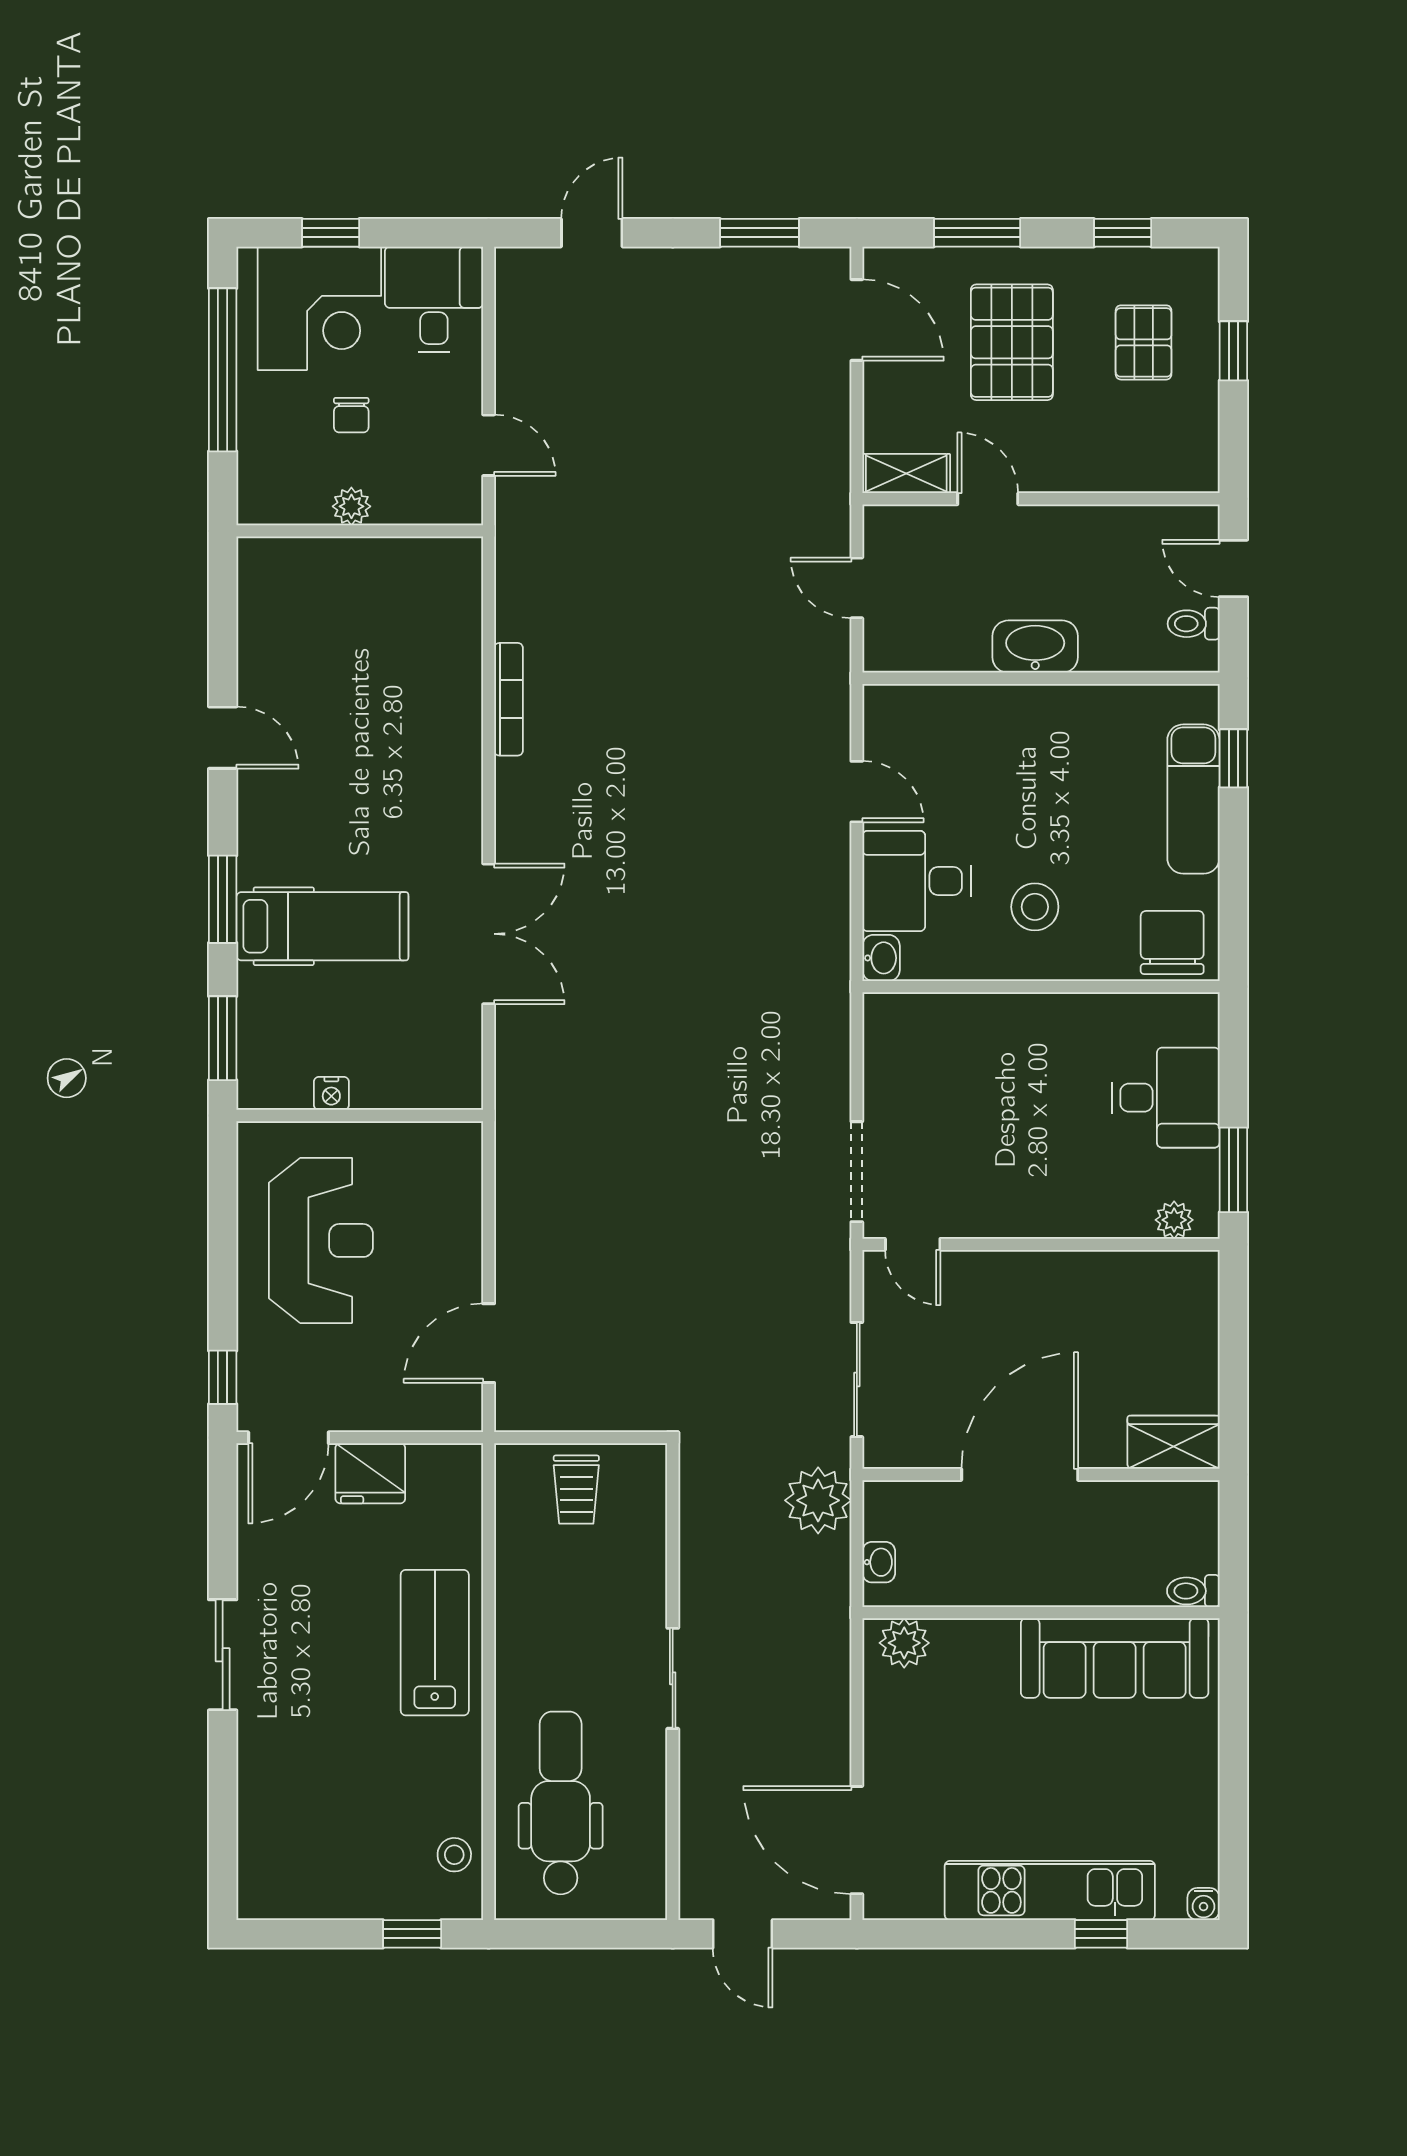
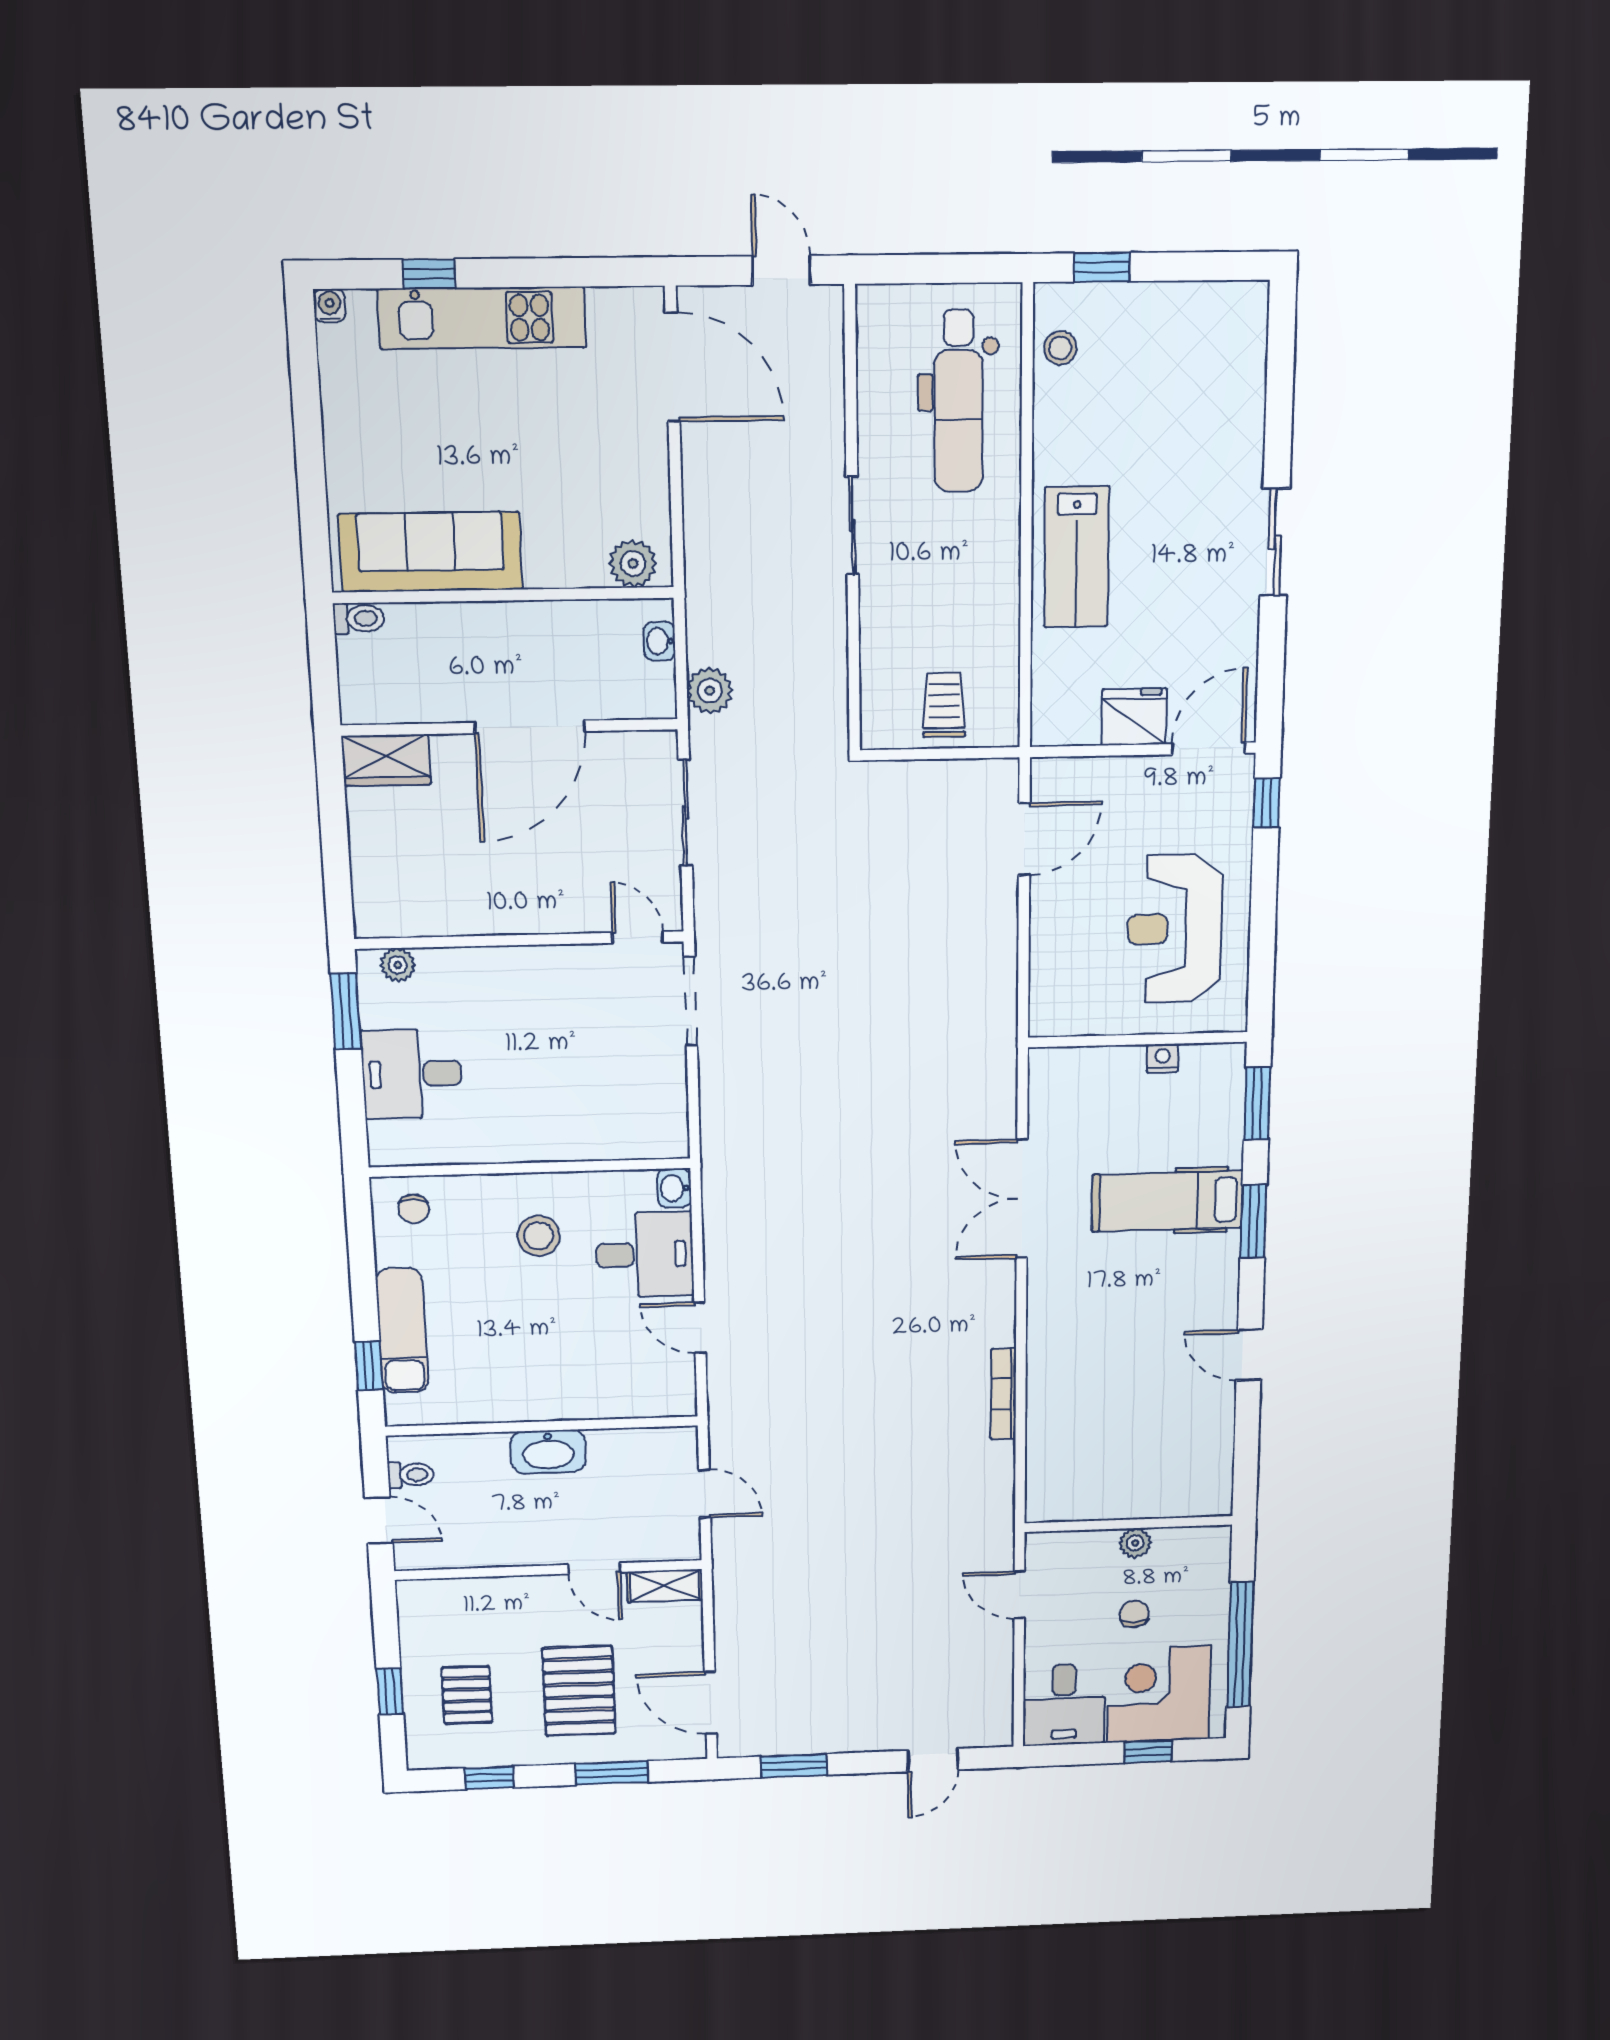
chair: (1172, 942) -> (414, 1209), width x0.54, depth x0.54
plant: (818, 1500) -> (710, 691), width x0.73, depth x0.73

